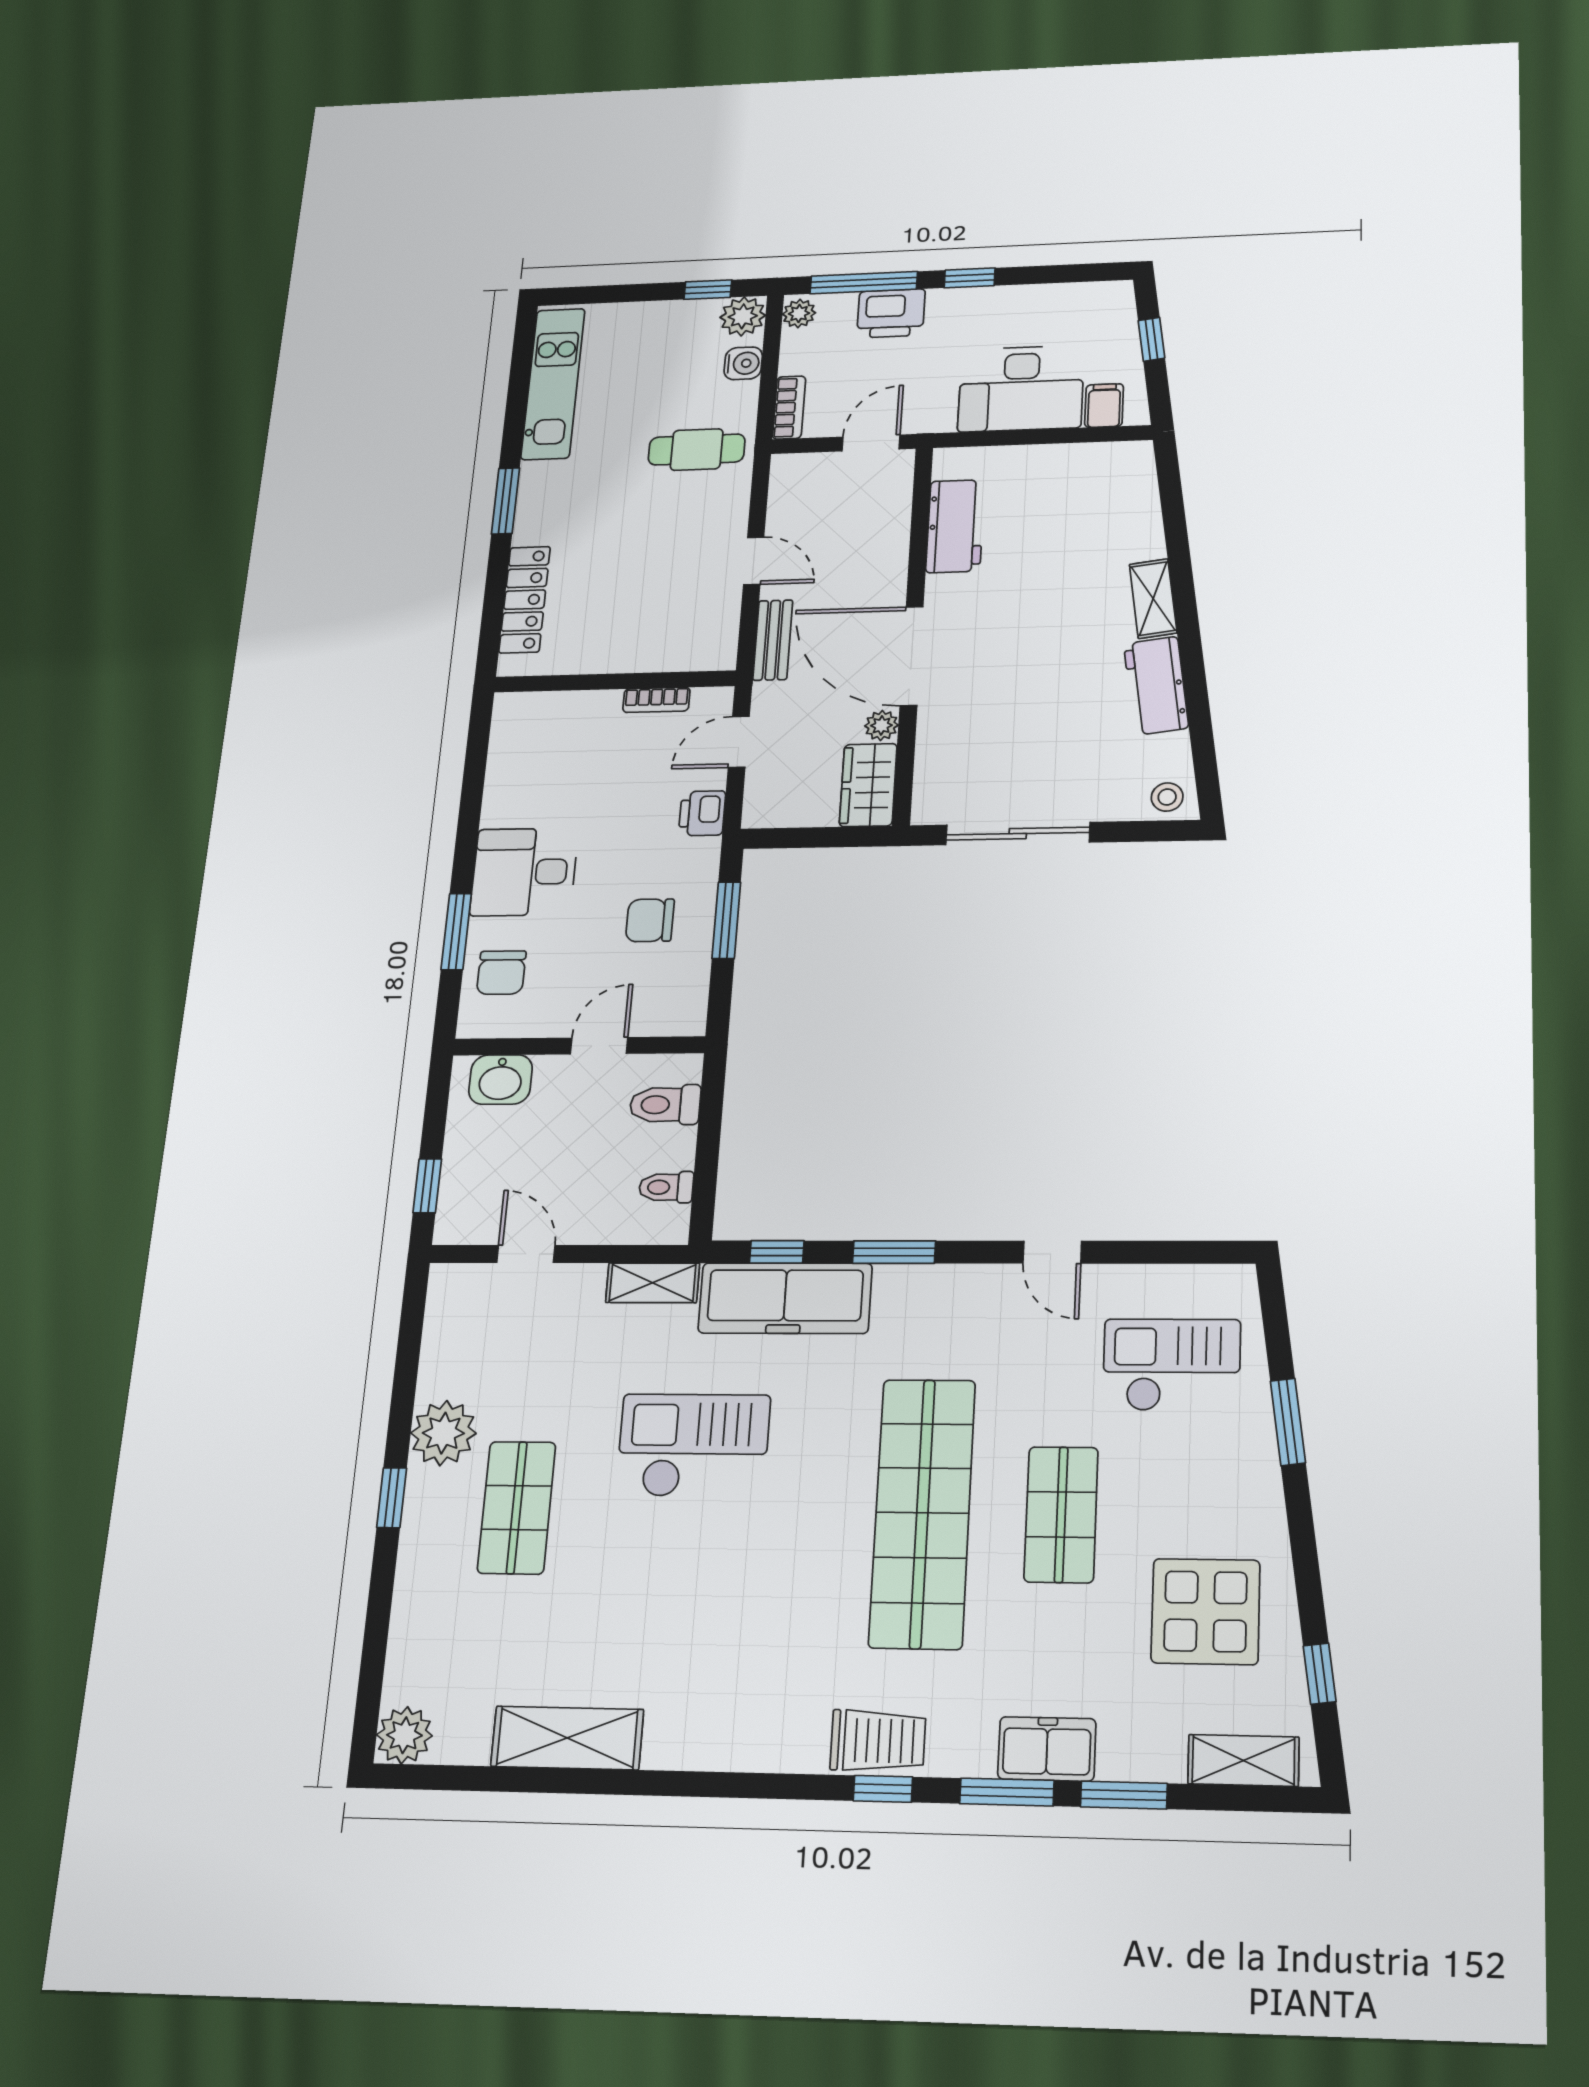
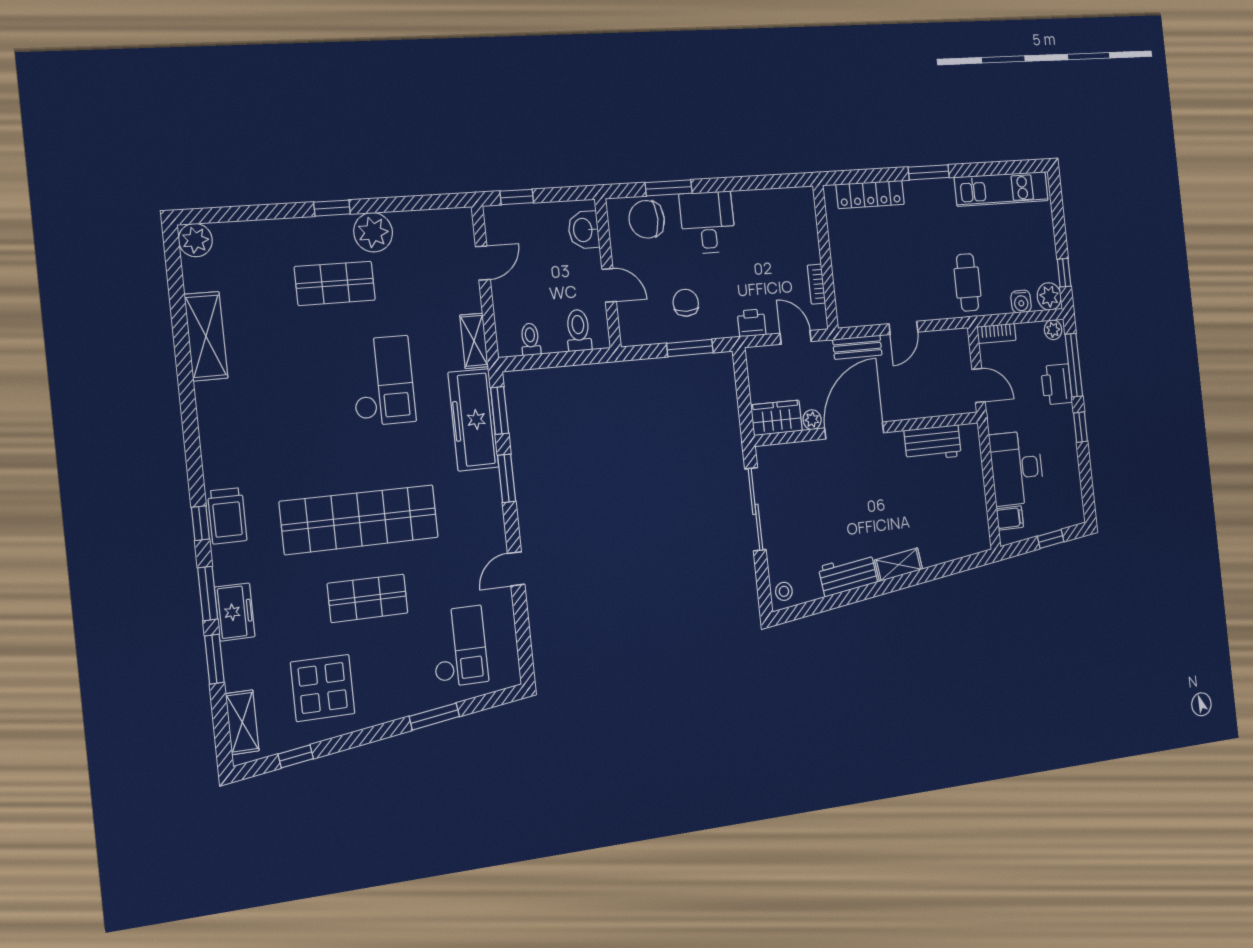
chair: (501, 973) -> (647, 219), width x1.37, depth x1.37
window: (777, 1252) -> (500, 410), width x1.50

